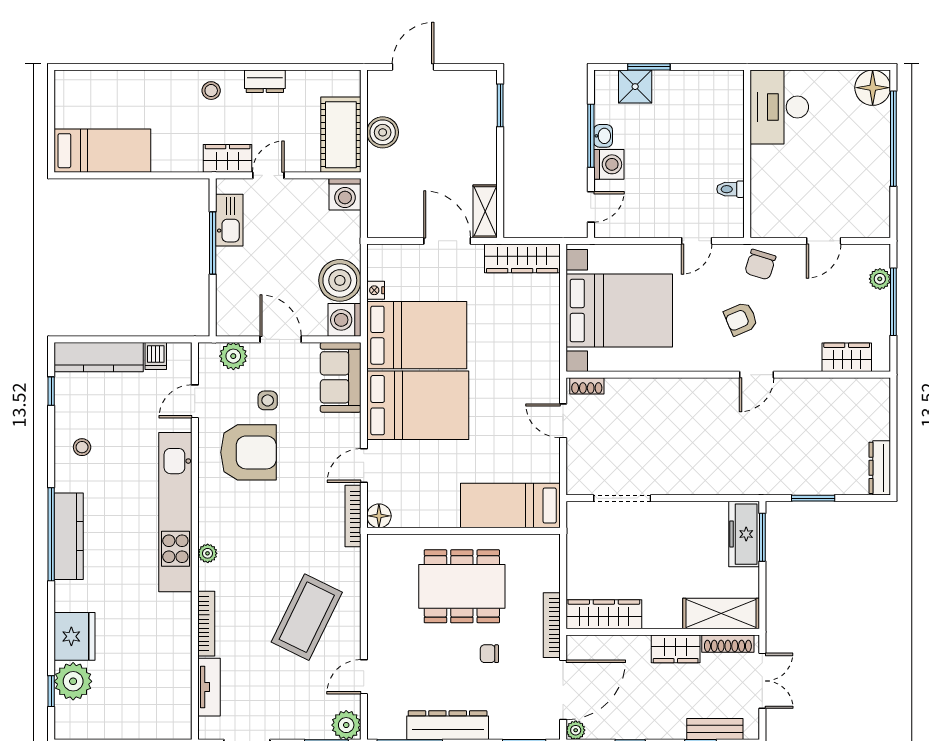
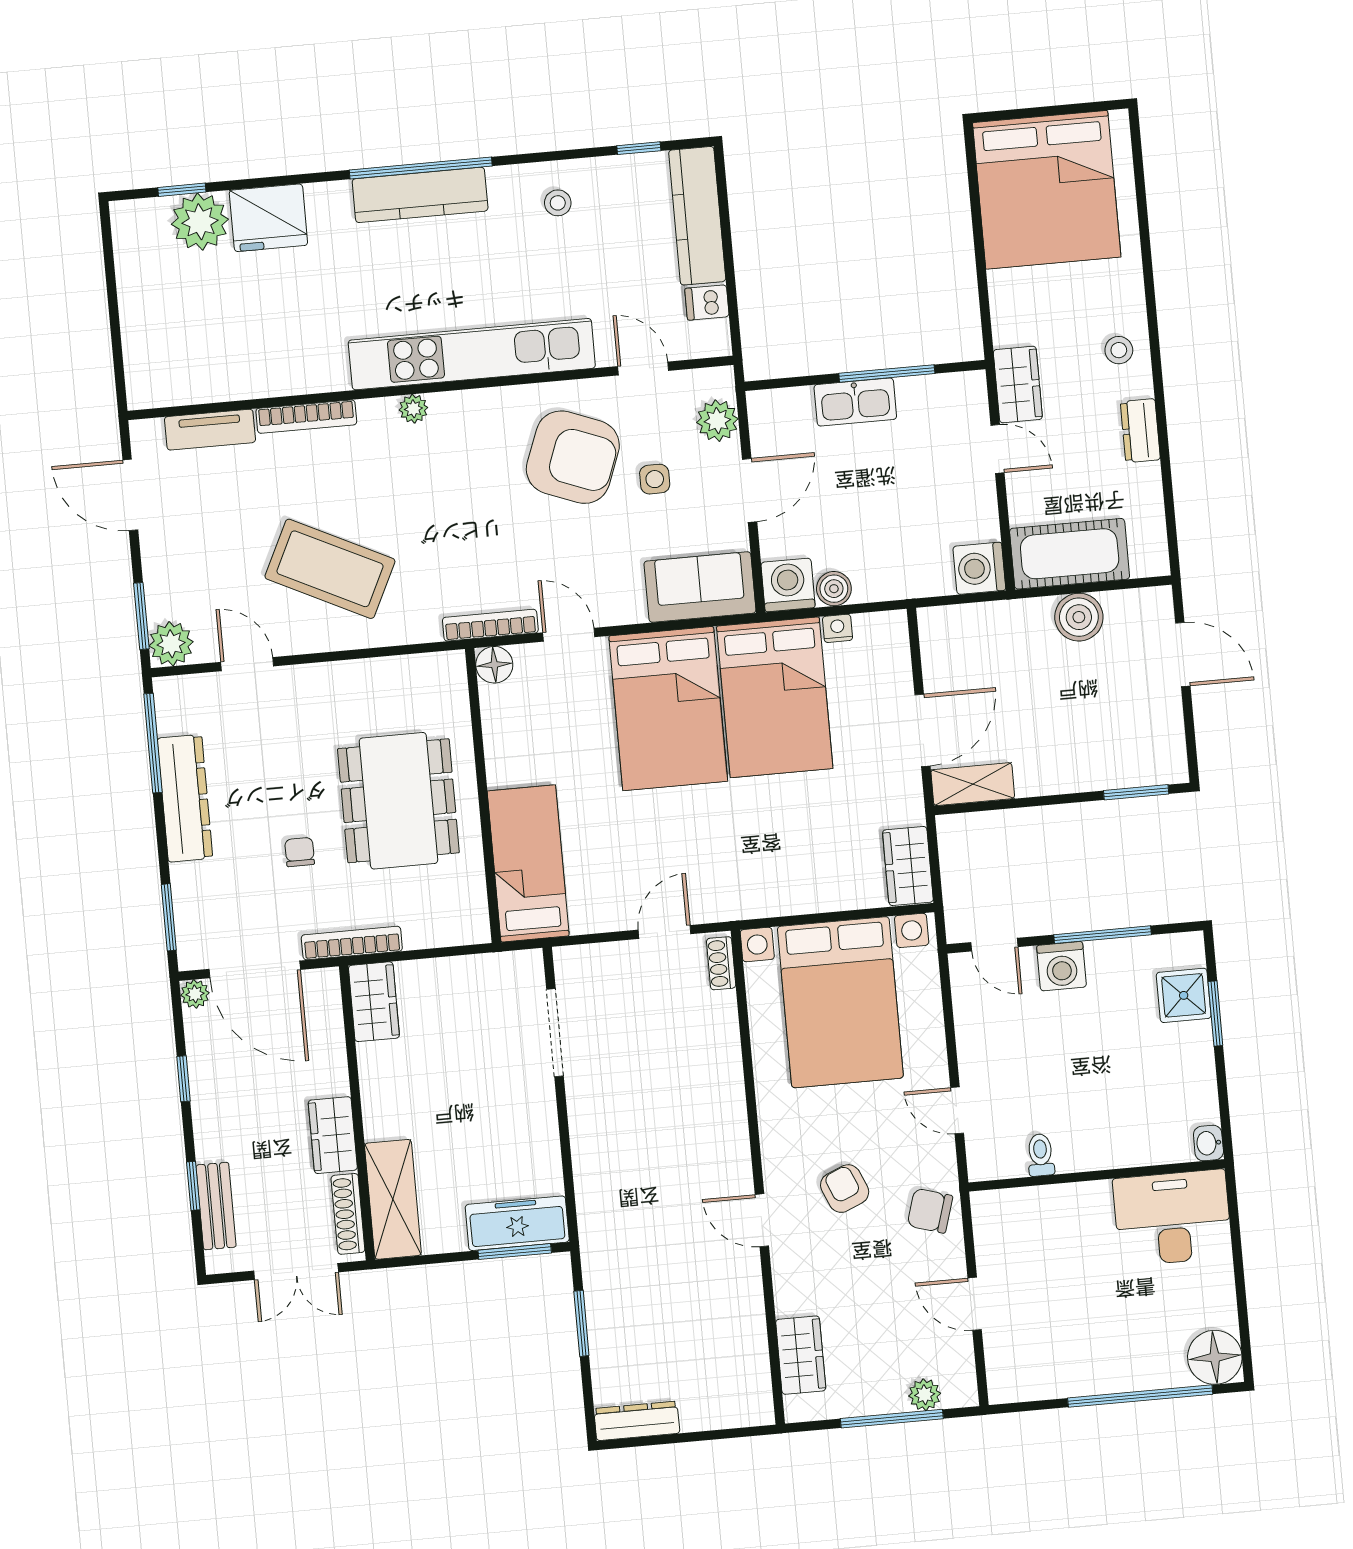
washbasin: (603, 136) -> (1208, 1143), moved, turned 90
bed: (102, 151) -> (1047, 190), width x2.04
kitchen sink: (229, 220) -> (855, 402), moved
wardrobe: (522, 258) -> (908, 866), width x0.67
boiler: (340, 280) -> (834, 589), width x0.54, depth x0.54
armchair: (248, 452) -> (573, 457), turned -69
wardrobe: (604, 614) -> (374, 1002), width x0.67

